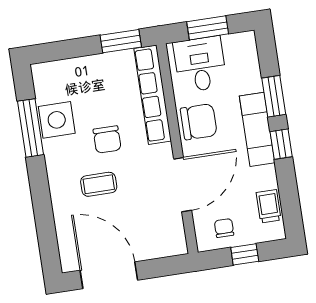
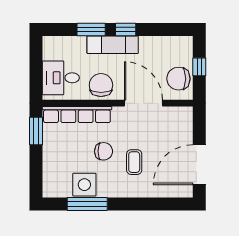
window: (208, 28) -> (36, 69), removed
trolley: (269, 206) -> (168, 45), removed
chair: (224, 228) -> (178, 79), width x1.87, depth x1.87

